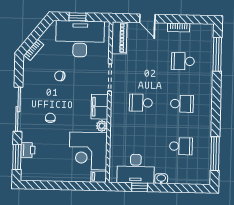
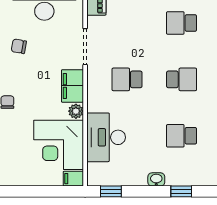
school desk: (181, 146) -> (182, 136), turned 180
desk: (136, 169) -> (106, 137), moved, turned 90
window: (140, 187) -> (111, 191), moved
window: (180, 188) -> (181, 191), added

